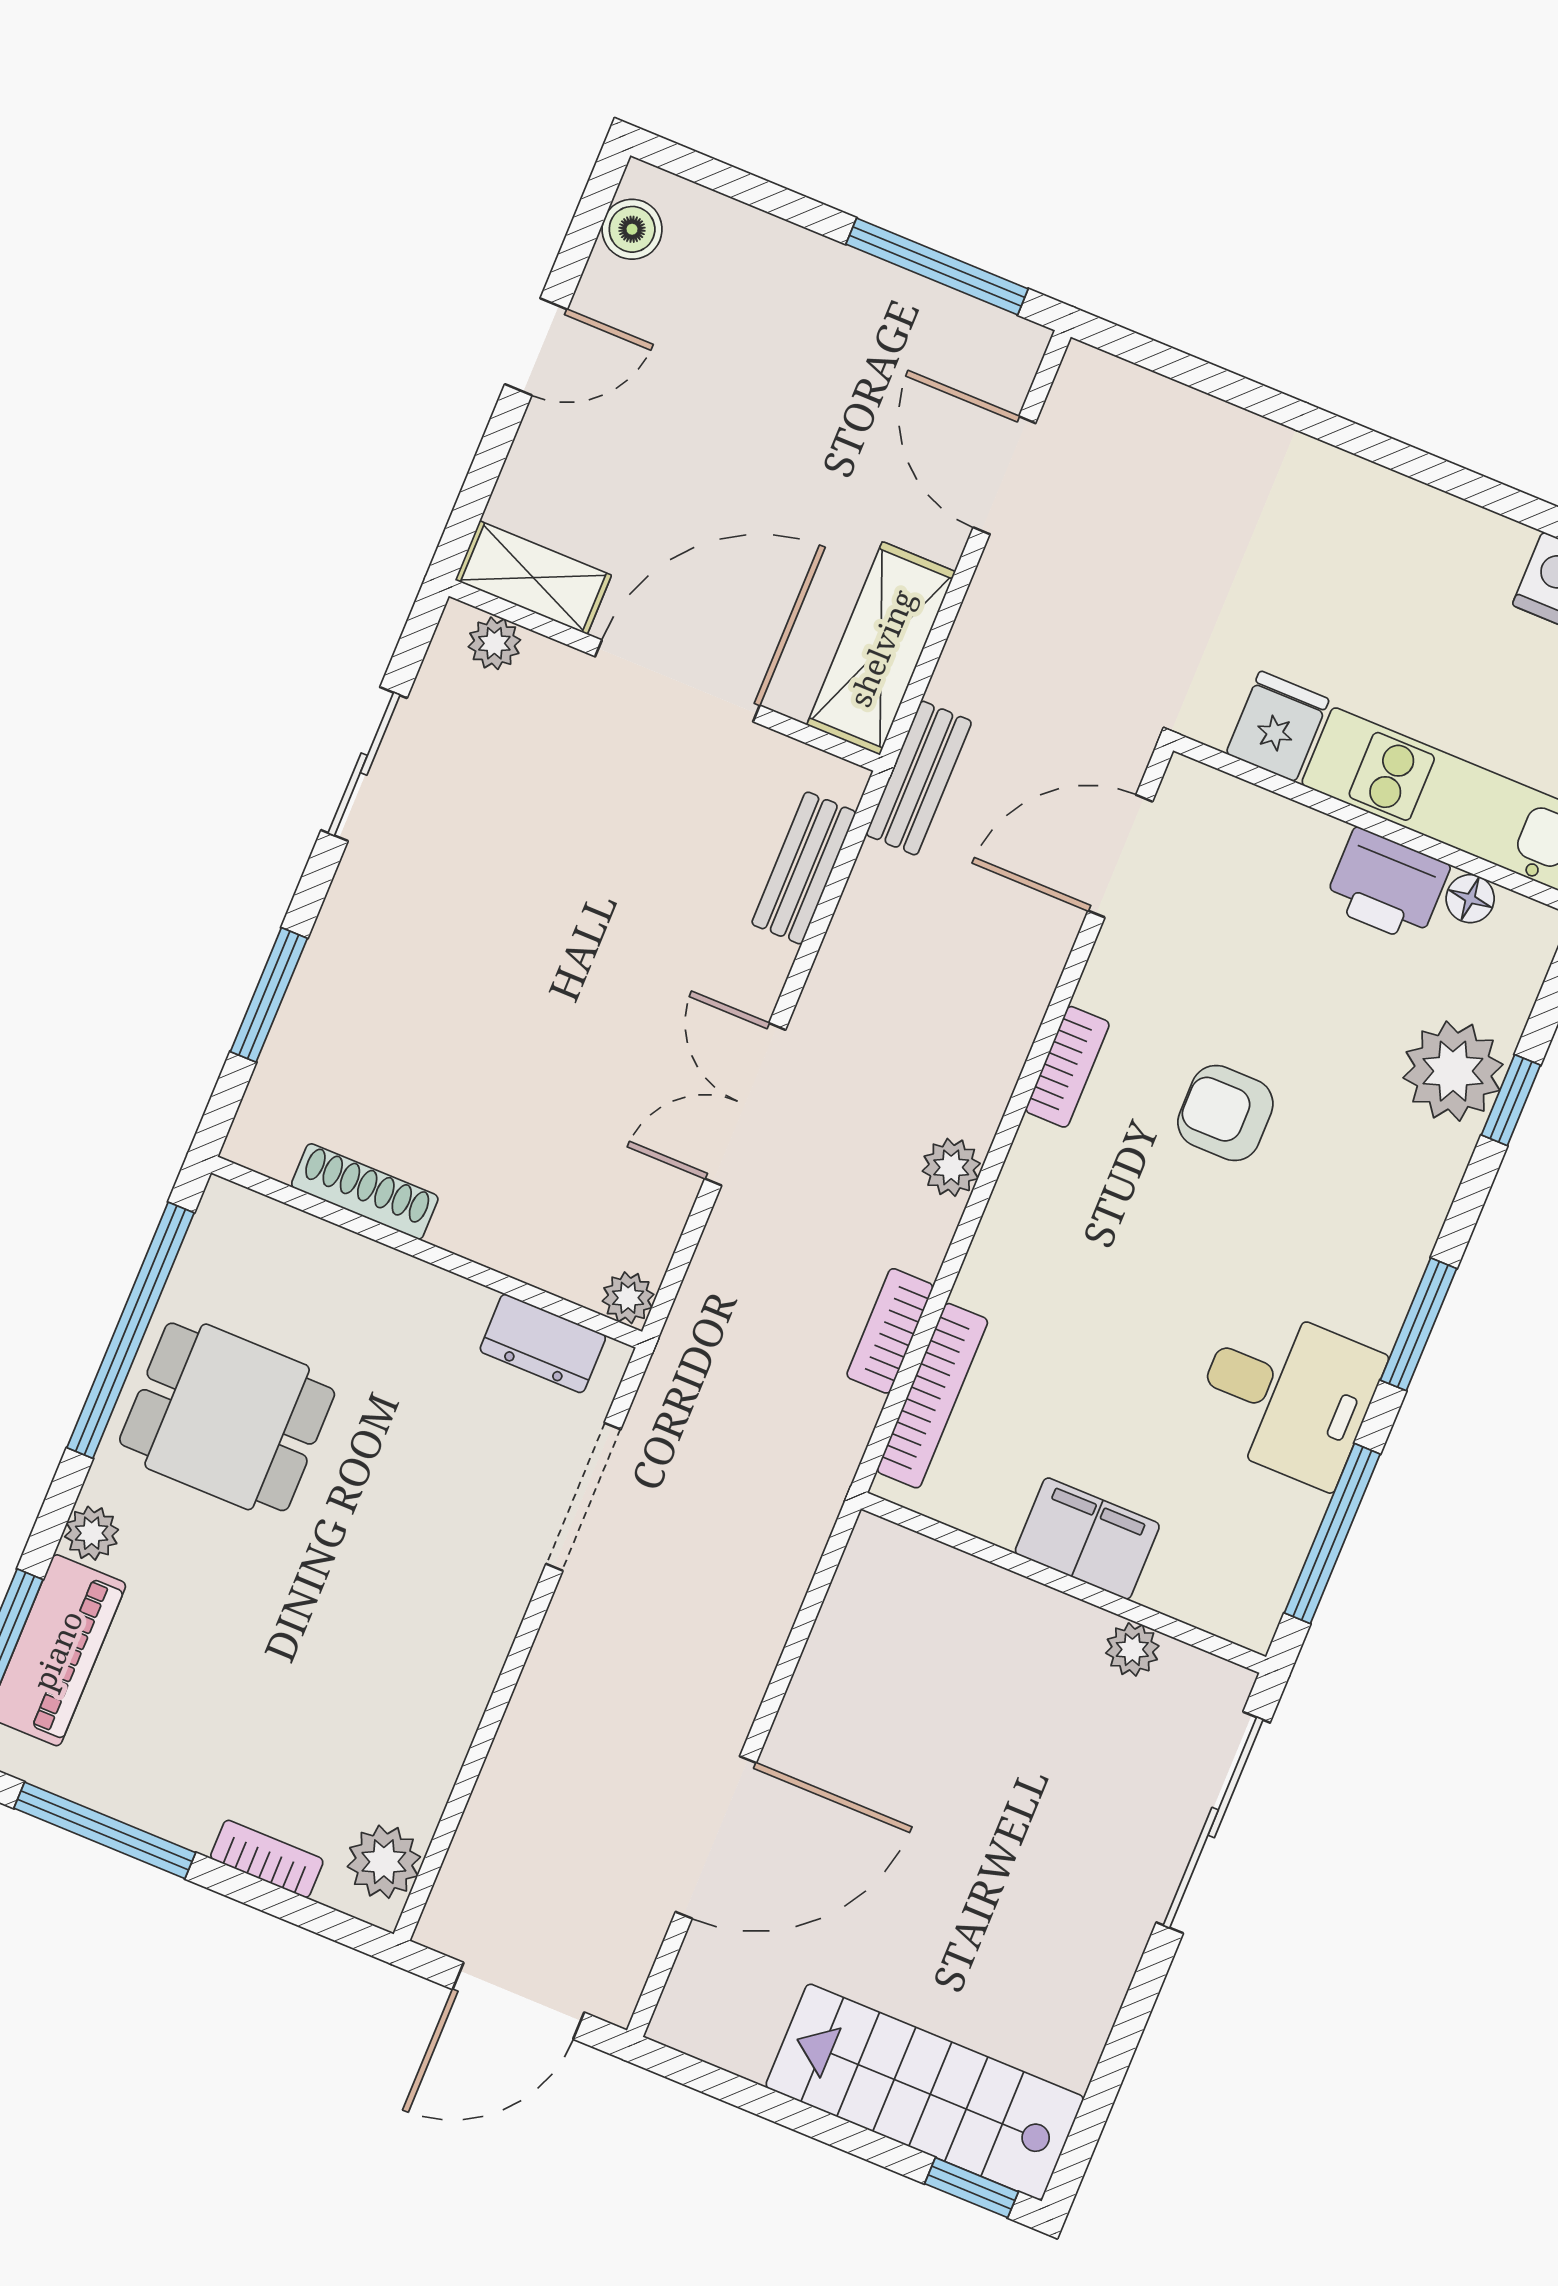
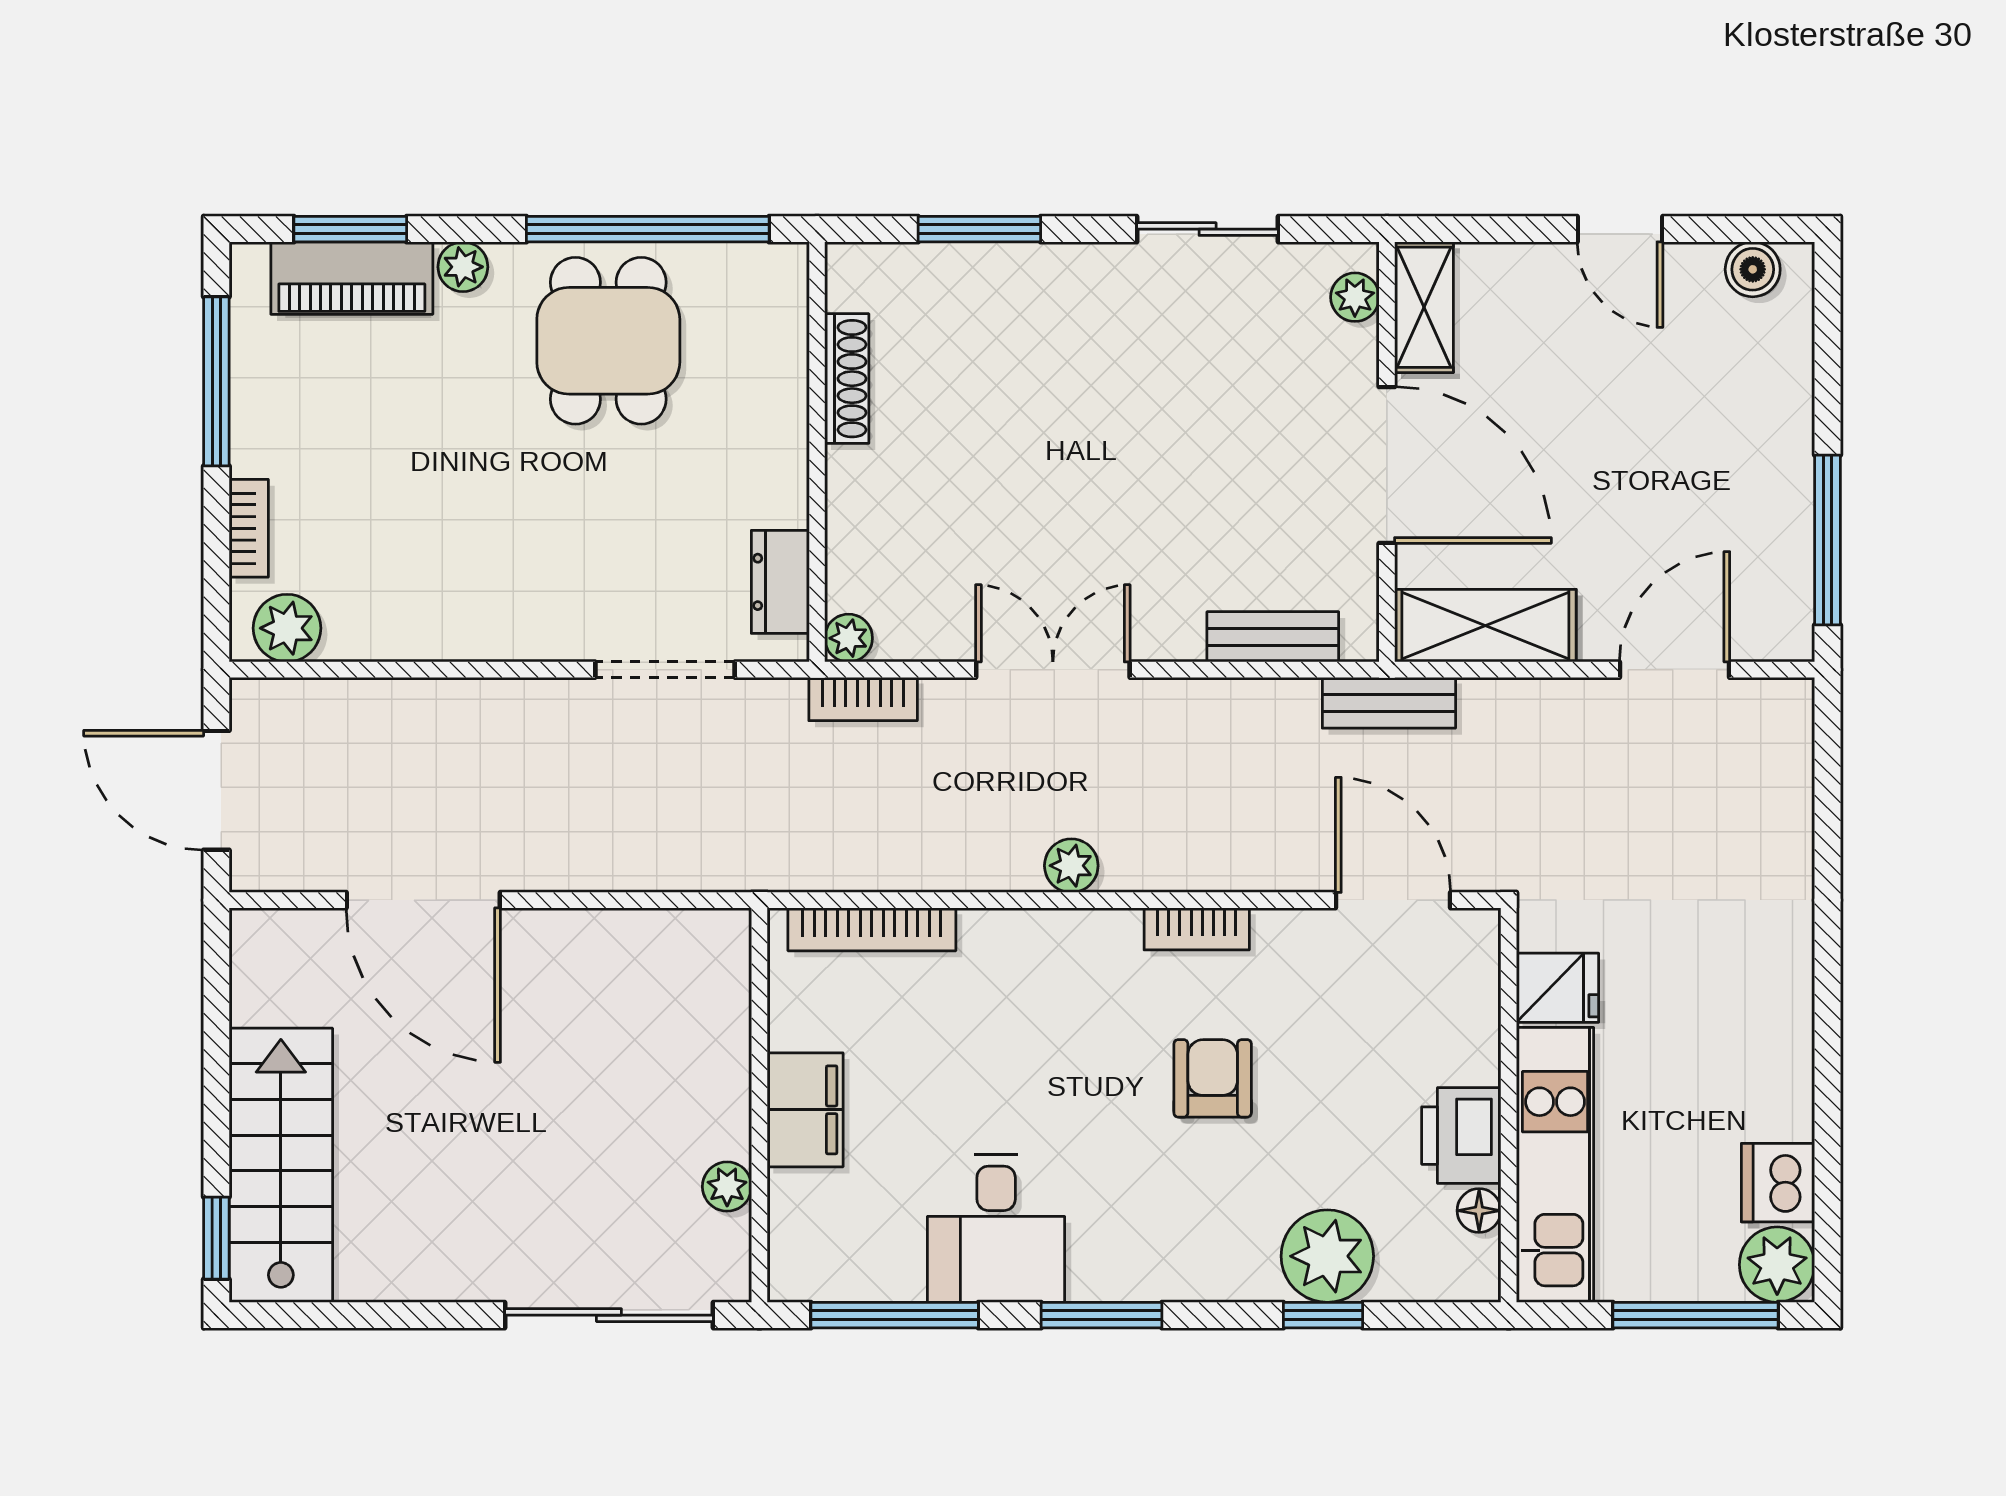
bookcase: (890, 1331) -> (863, 699), moved, turned 180

